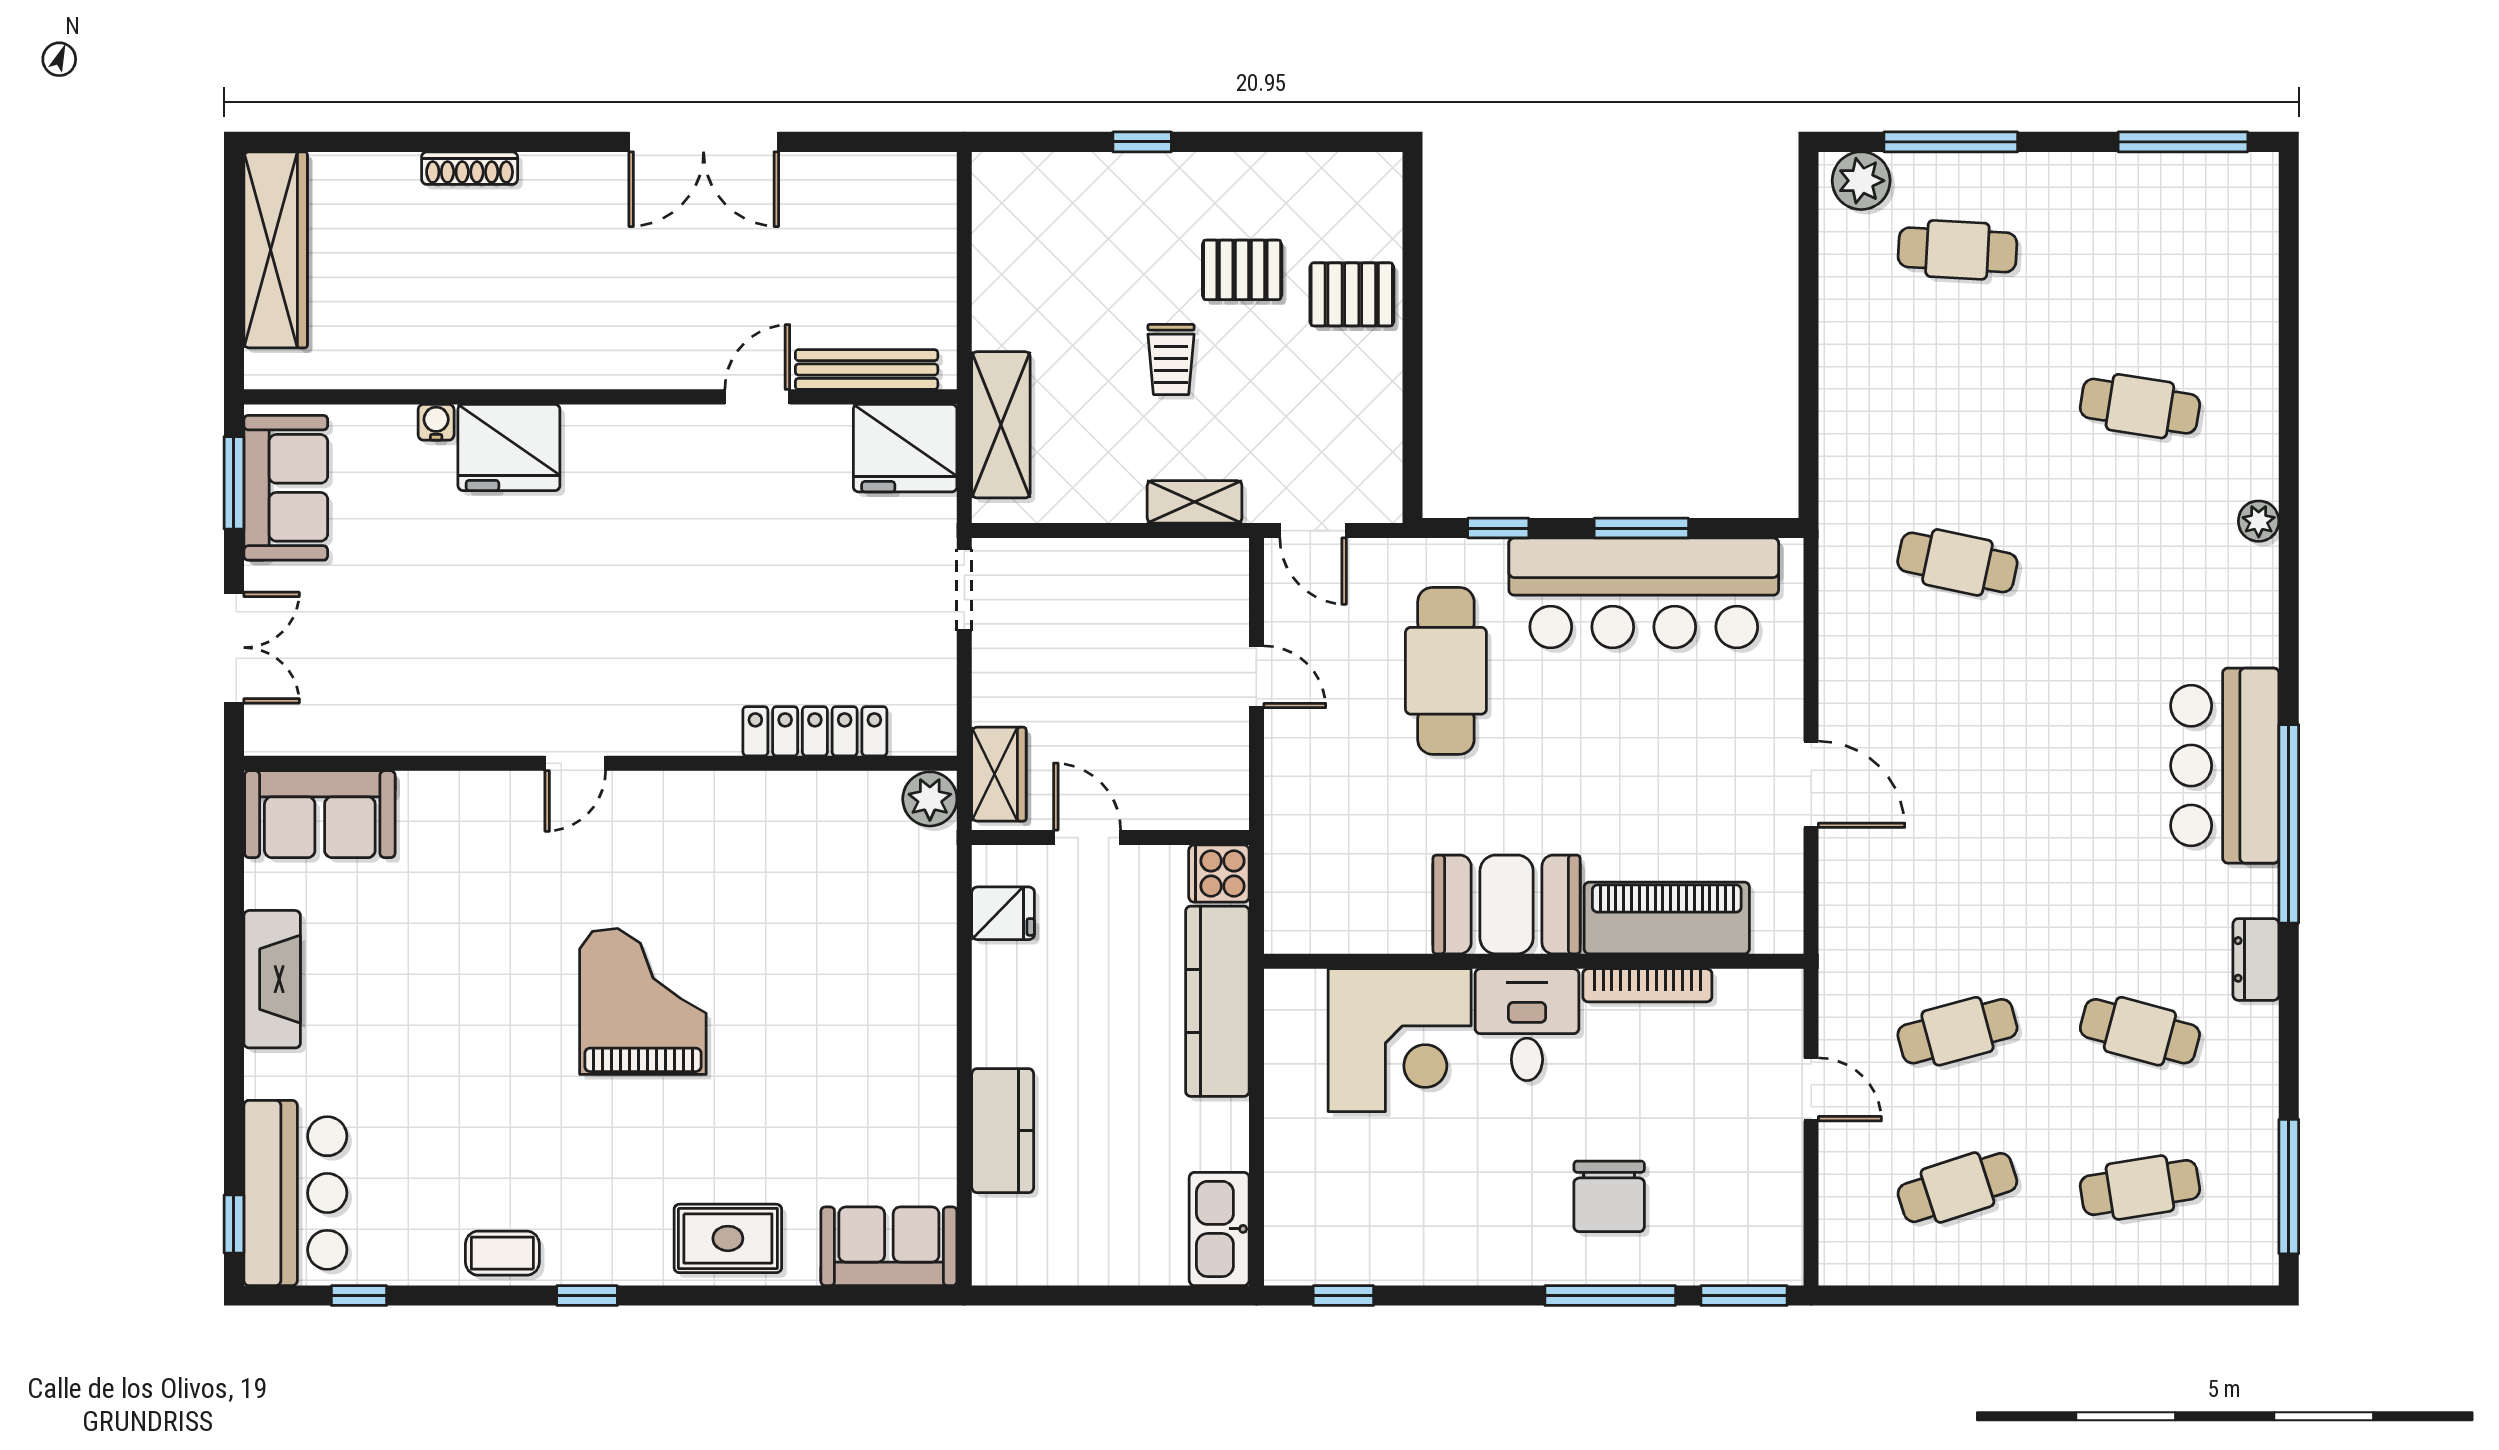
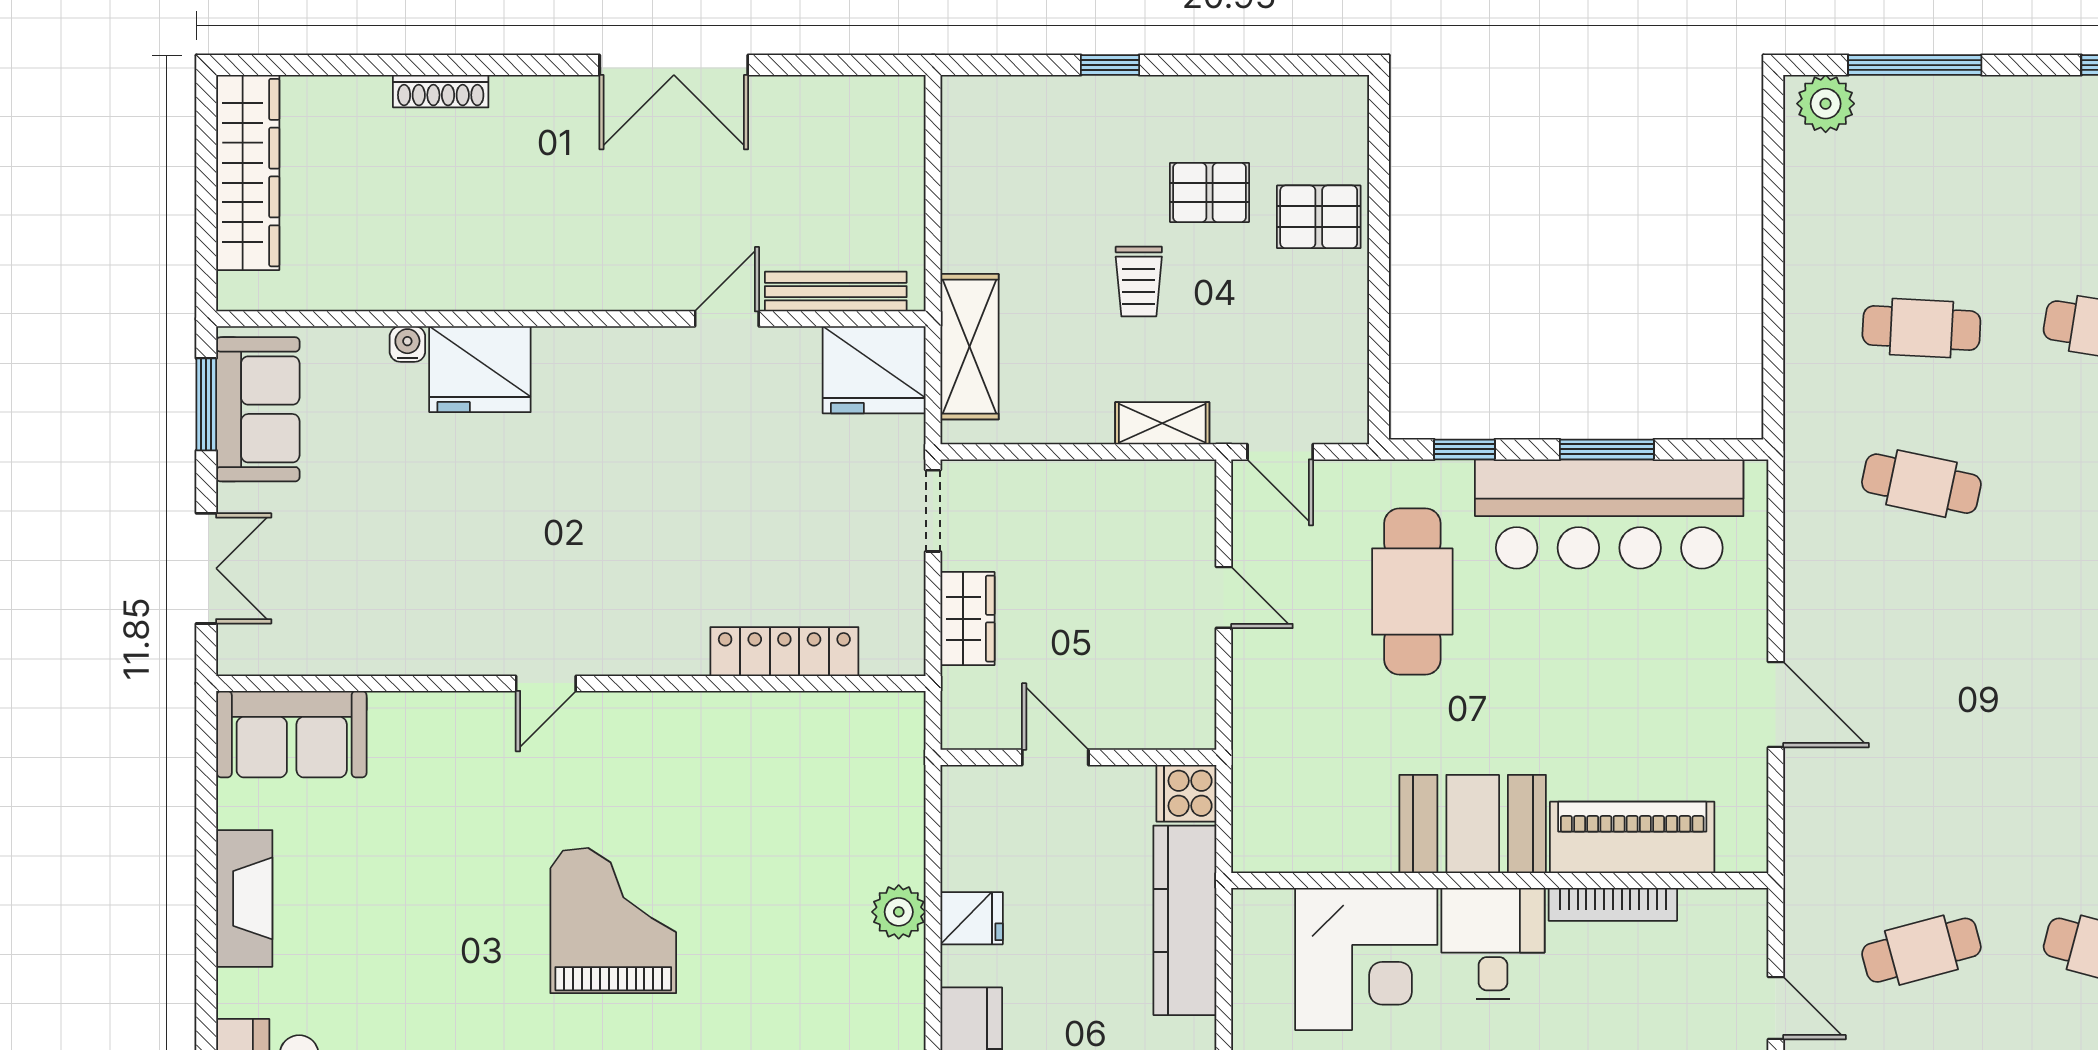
cafe table: (1957, 250) -> (1921, 328), moved
wardrobe: (999, 774) -> (968, 619), moved
plant: (930, 799) -> (899, 912), moved
fridge: (1003, 913) -> (972, 918), moved

